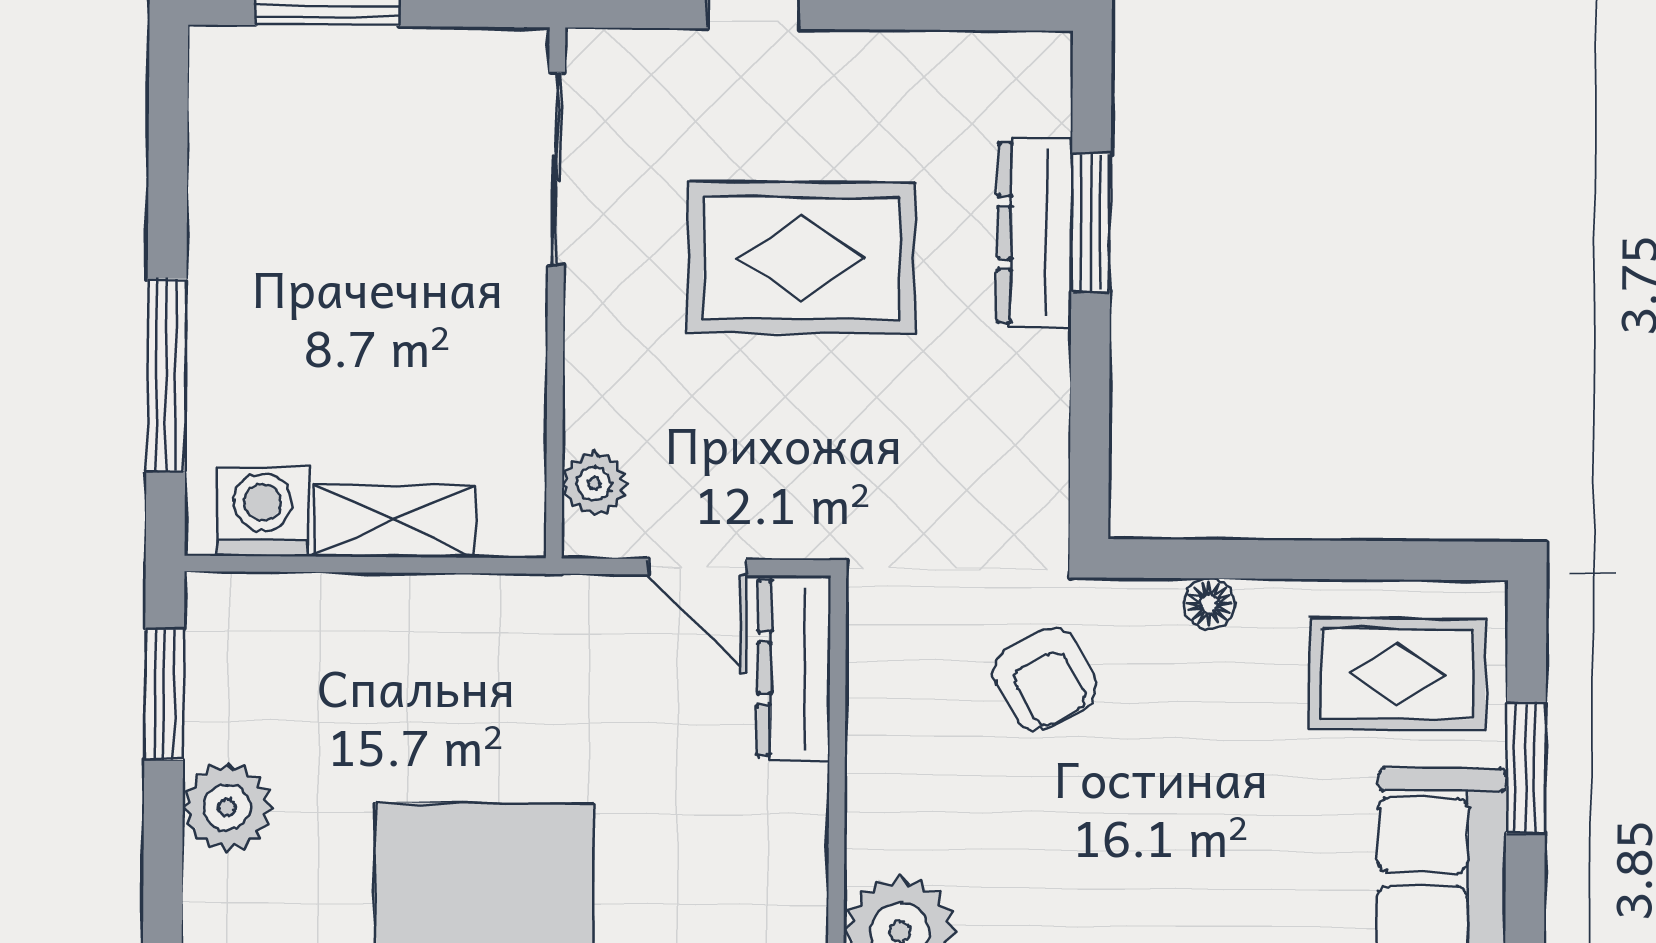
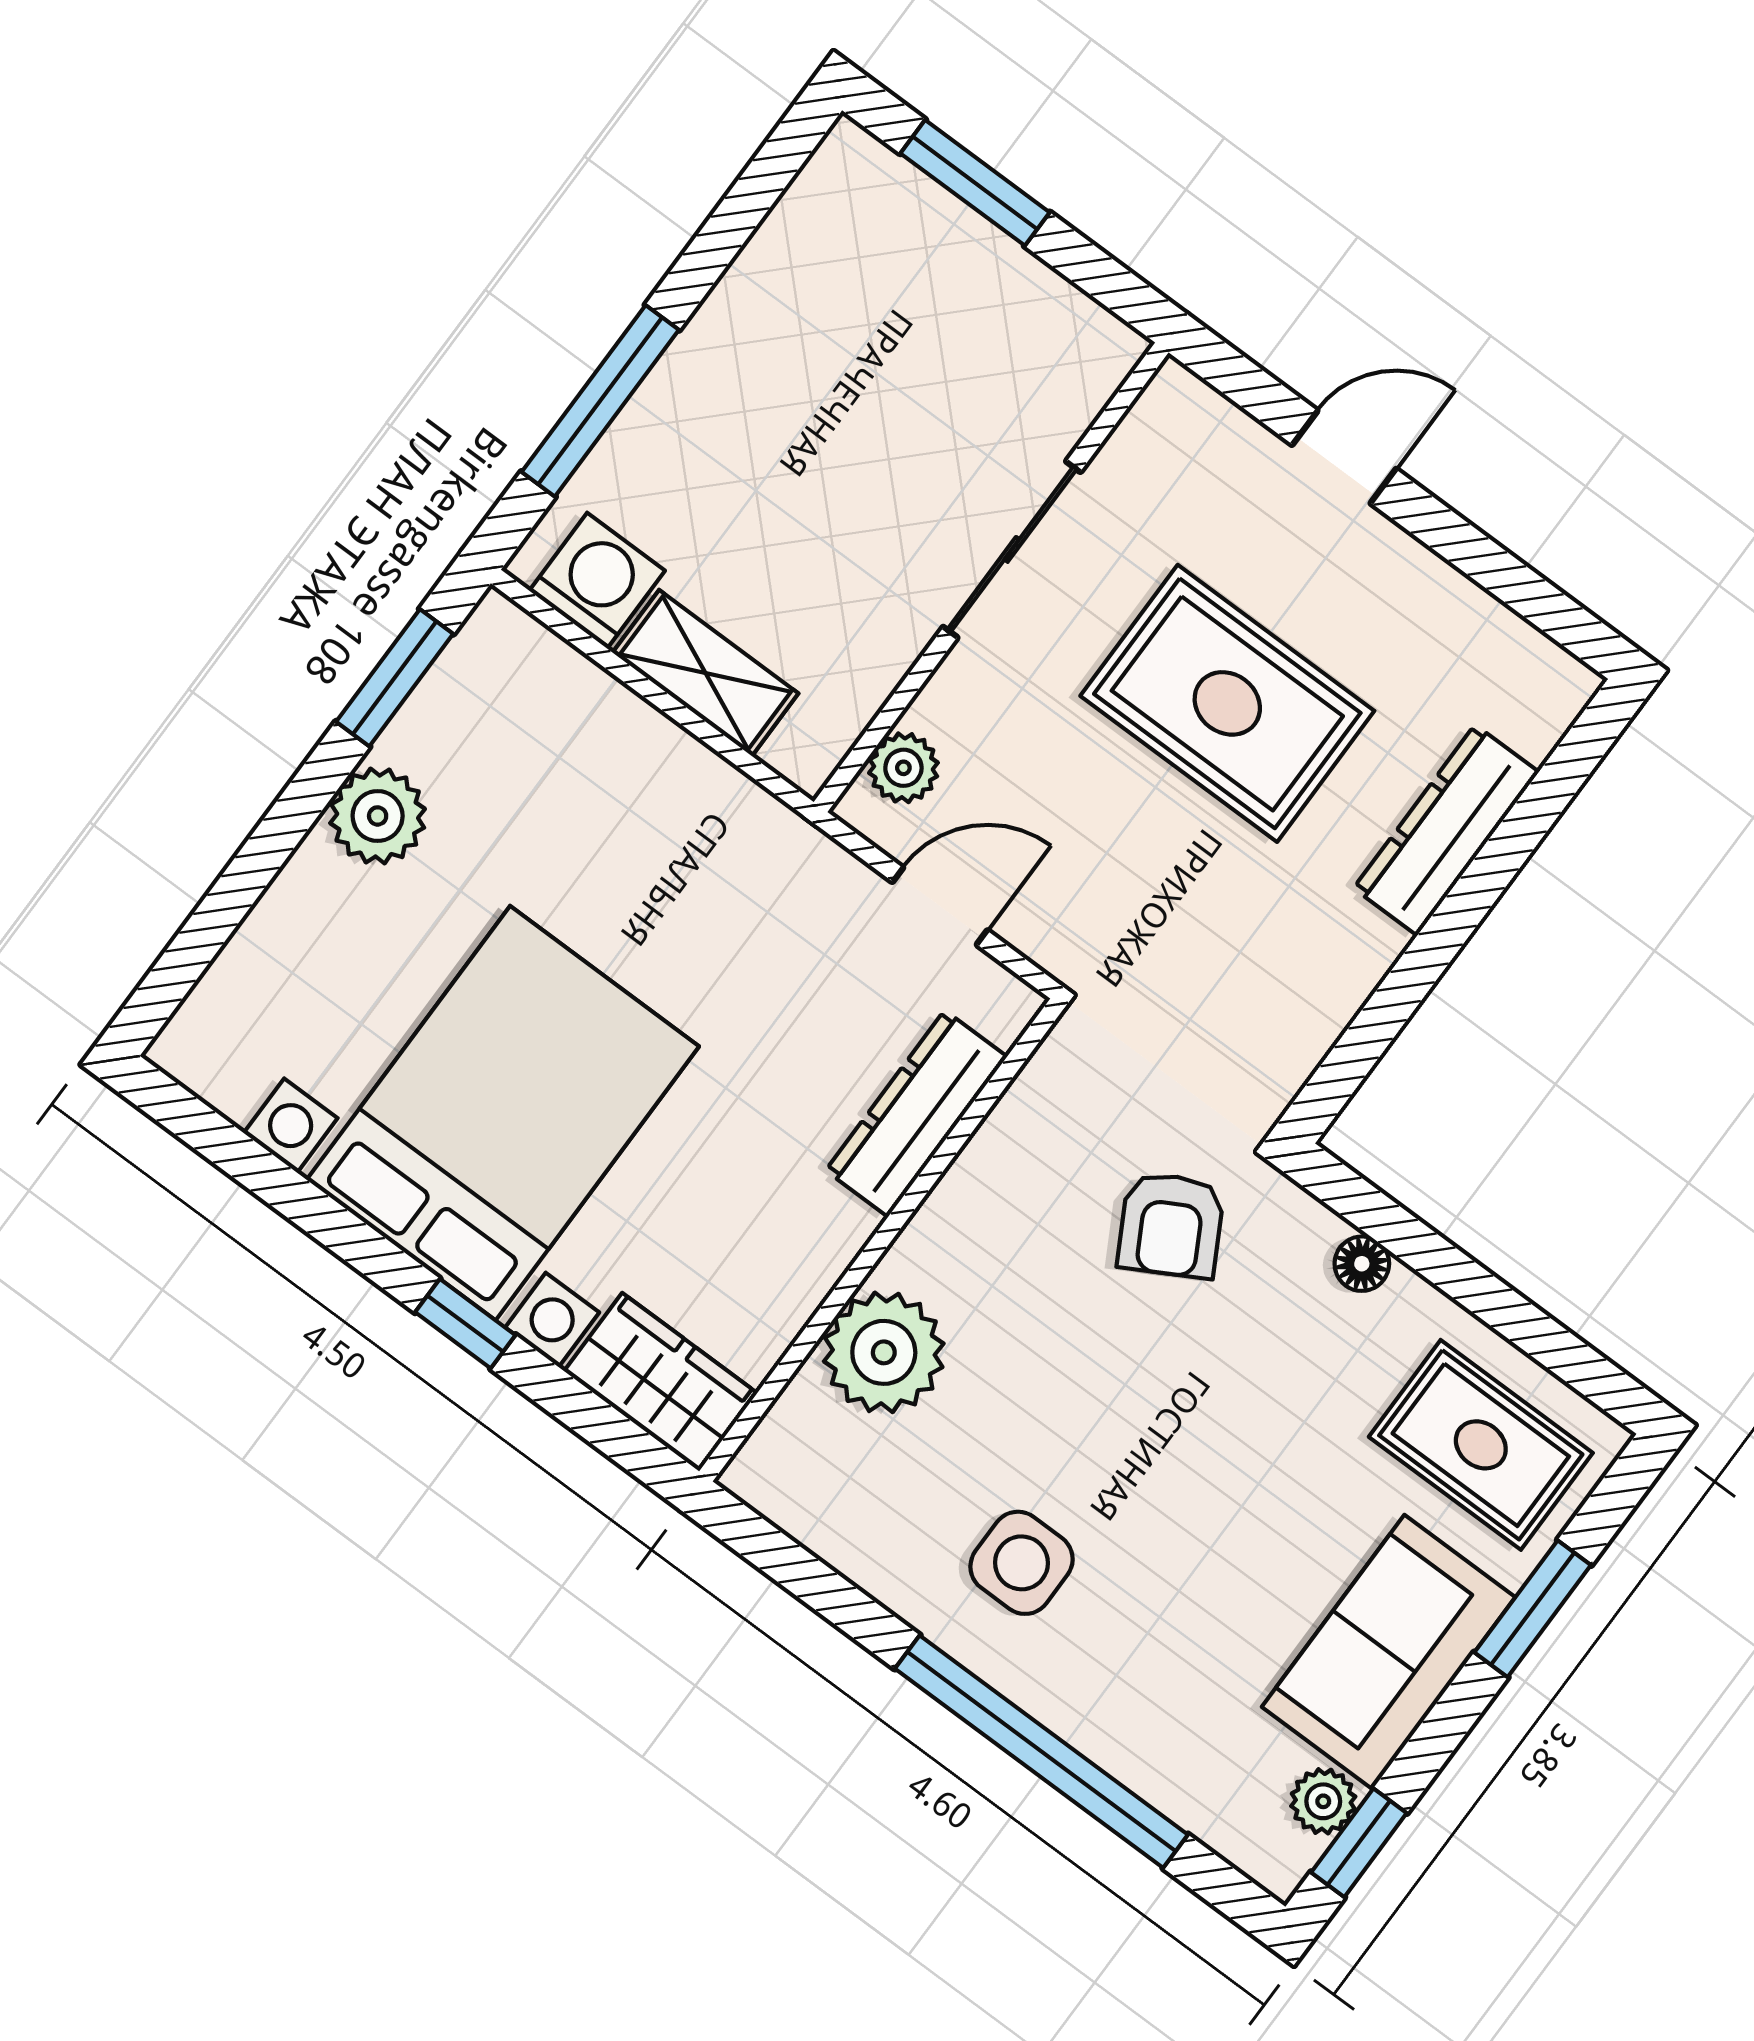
sliding door: (556, 169) -> (1012, 549), moved
window: (1091, 222) -> (1502, 857), removed
door: (697, 567) -> (940, 906), swing flipped
dresser: (794, 668) -> (916, 1113), moved

